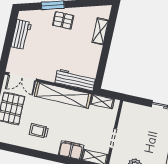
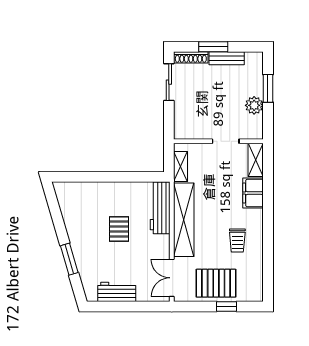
pallet: (63, 20) -> (119, 229), moved
shelving: (100, 31) -> (89, 189), removed
double door: (22, 77) -> (172, 278), swing flipped

